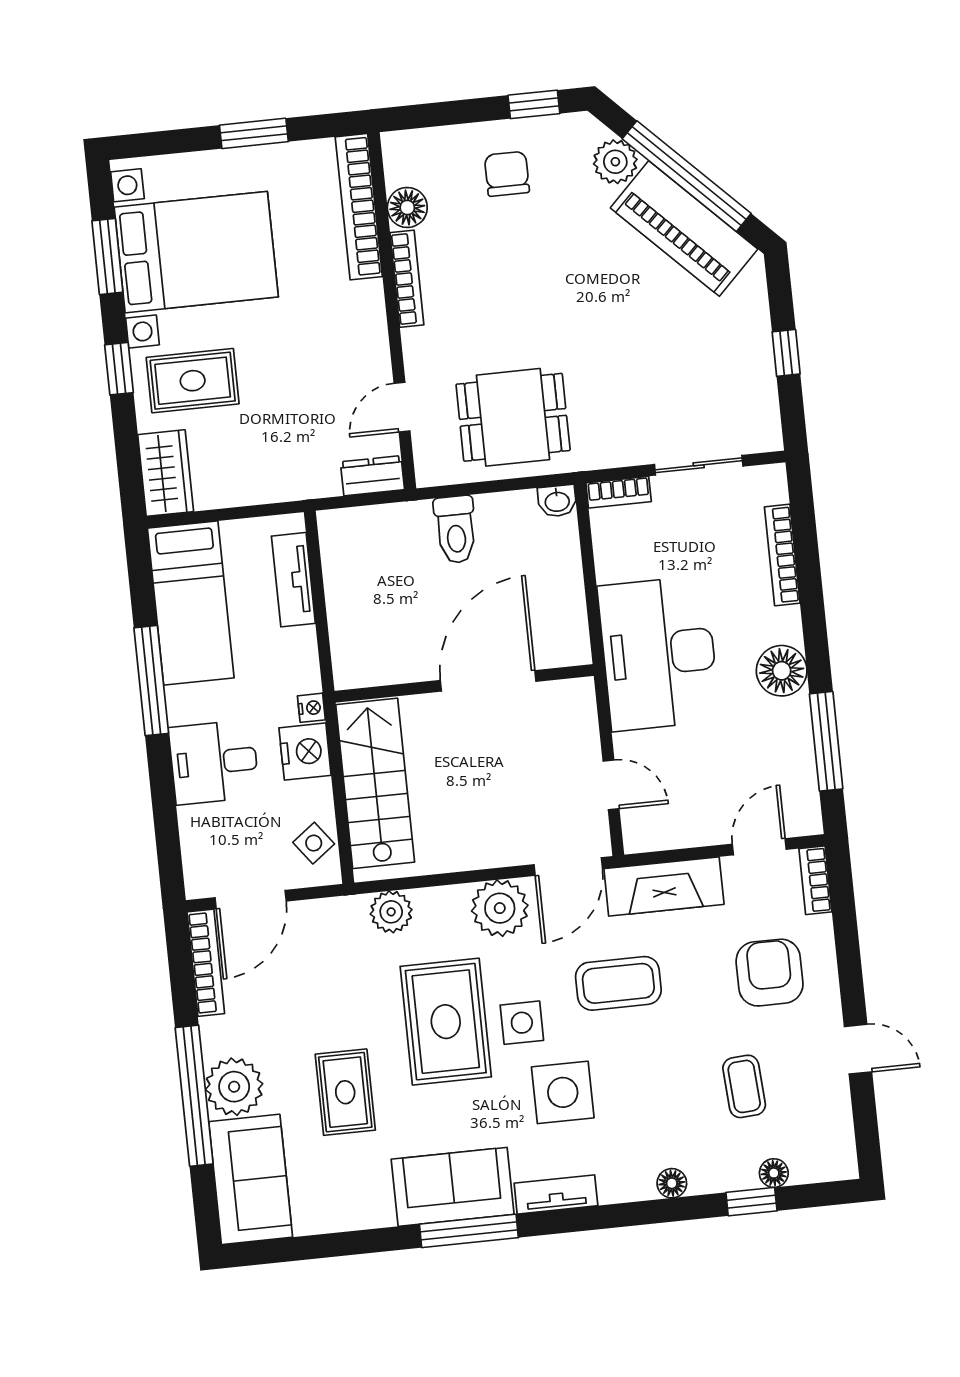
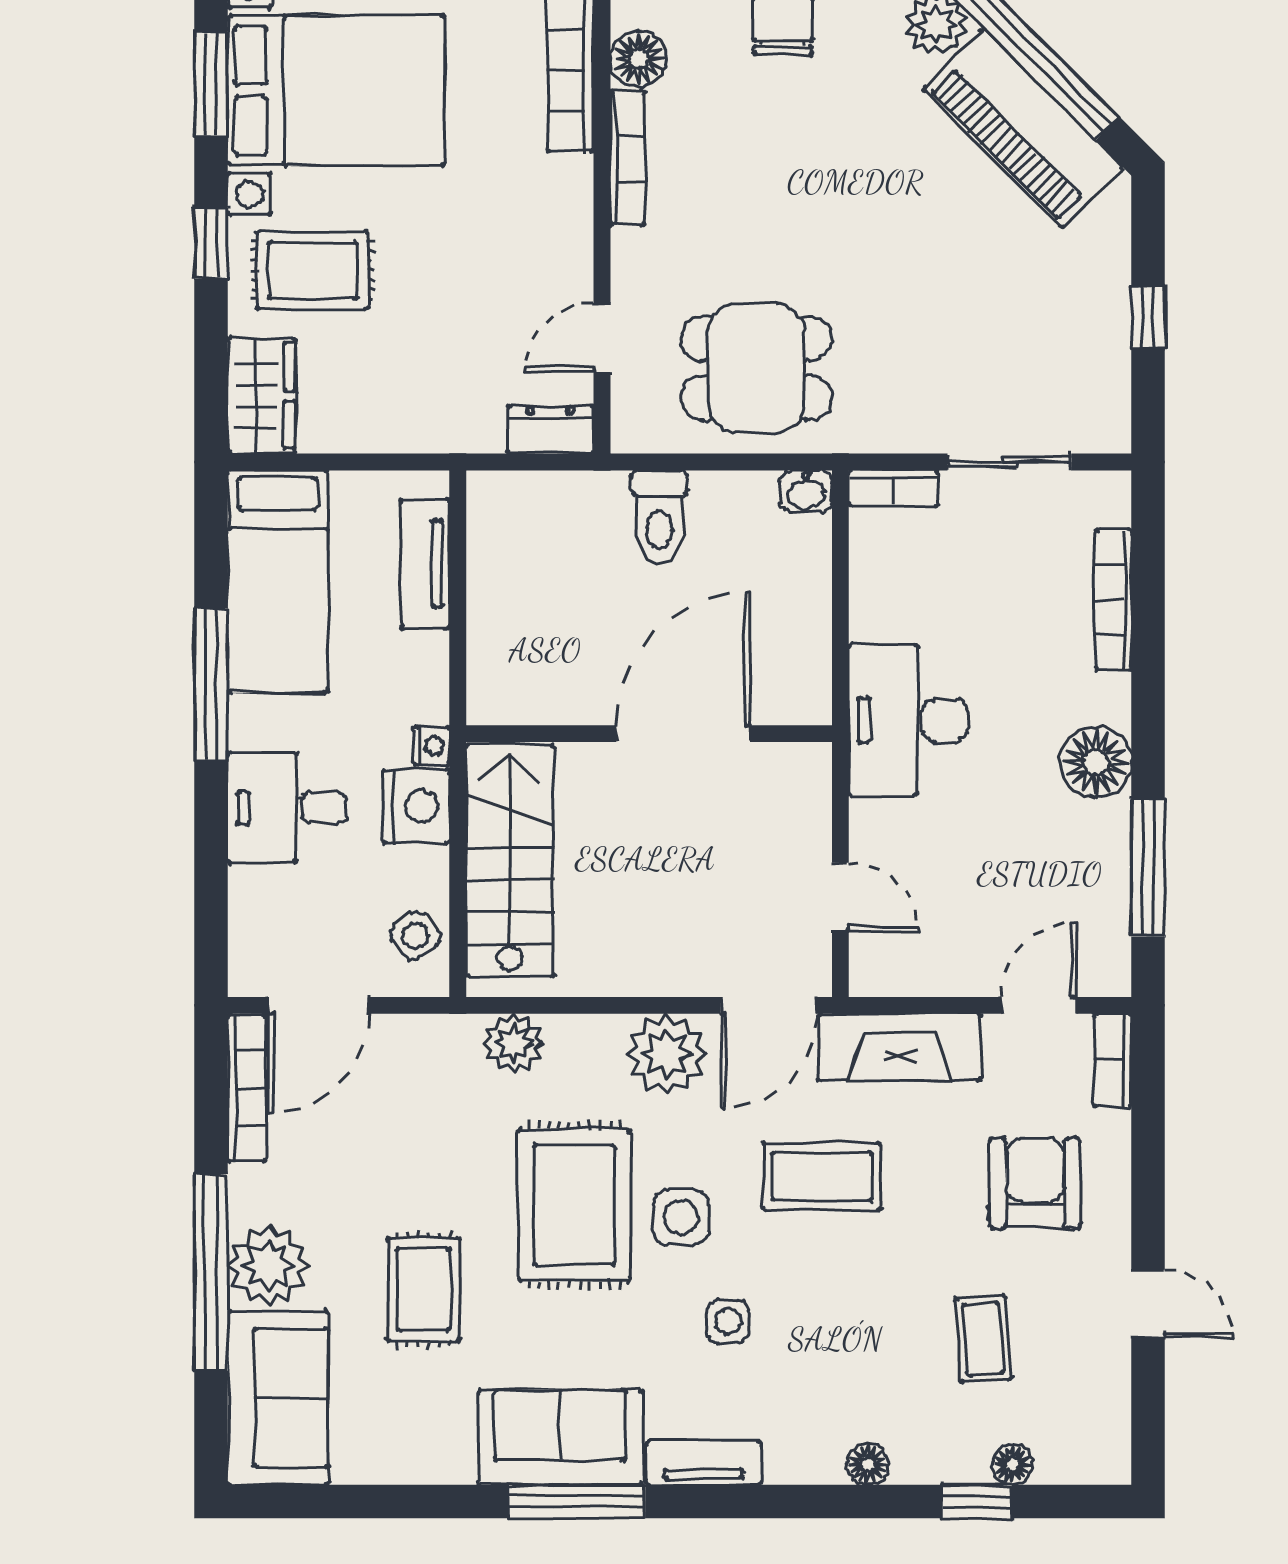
desk: (659, 653) -> (908, 720), width x0.73, depth x0.77
side table: (563, 1092) -> (728, 1321), width x0.54, depth x0.54

